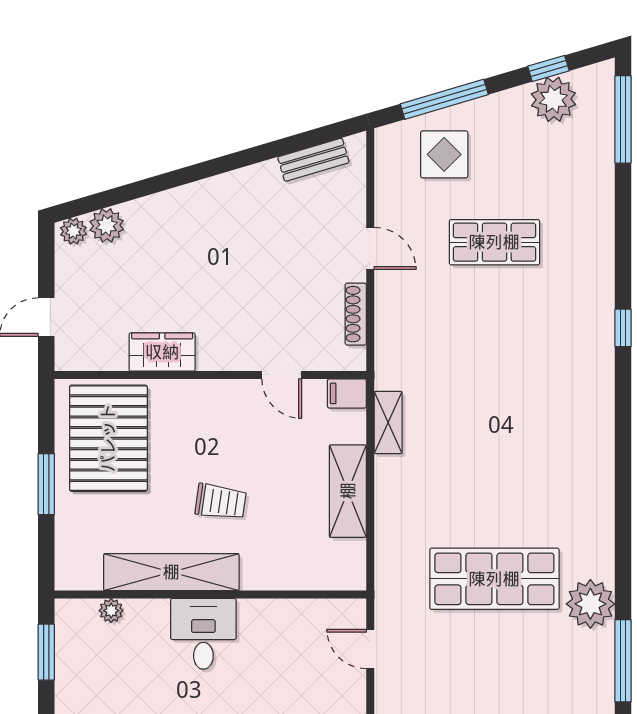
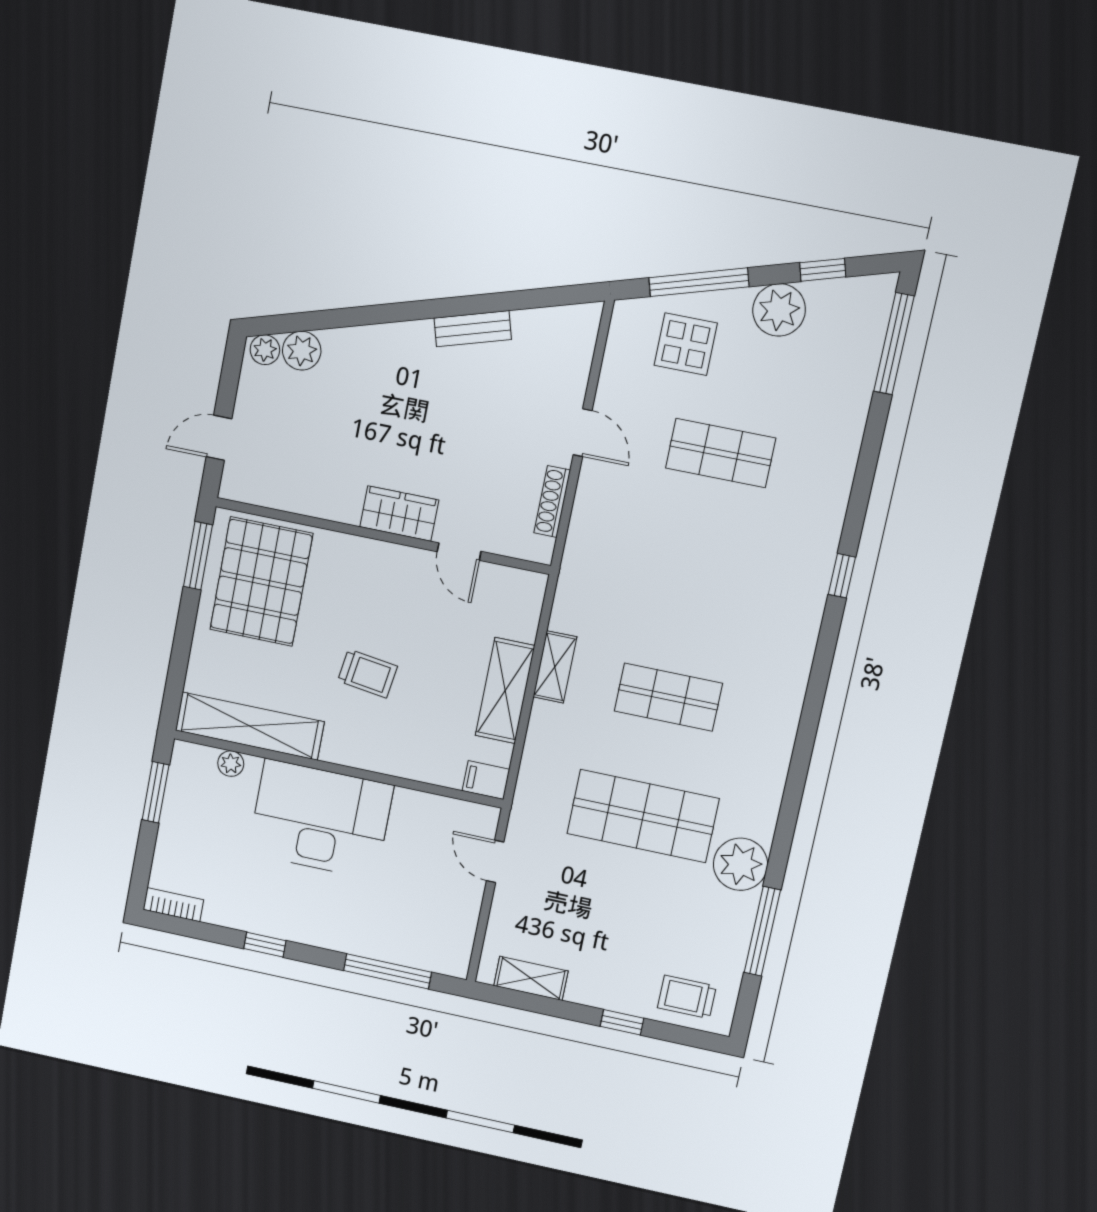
plant: (553, 99) -> (779, 310), moved
bench: (313, 160) -> (473, 329), moved
wardrobe: (162, 352) -> (399, 513), moved
filing cabinet: (347, 393) -> (486, 780), moved
shelving: (388, 423) -> (555, 667), moved
shop shelf: (494, 467) -> (668, 697), added
window: (46, 484) -> (198, 556), moved
shelving: (171, 572) -> (250, 726), moved
desk: (203, 634) -> (321, 819), width x1.87, depth x1.30

